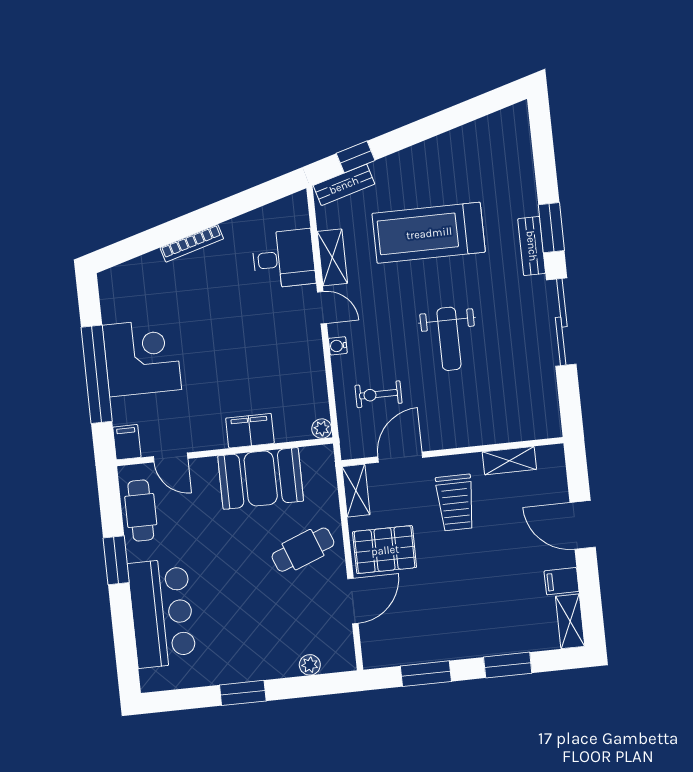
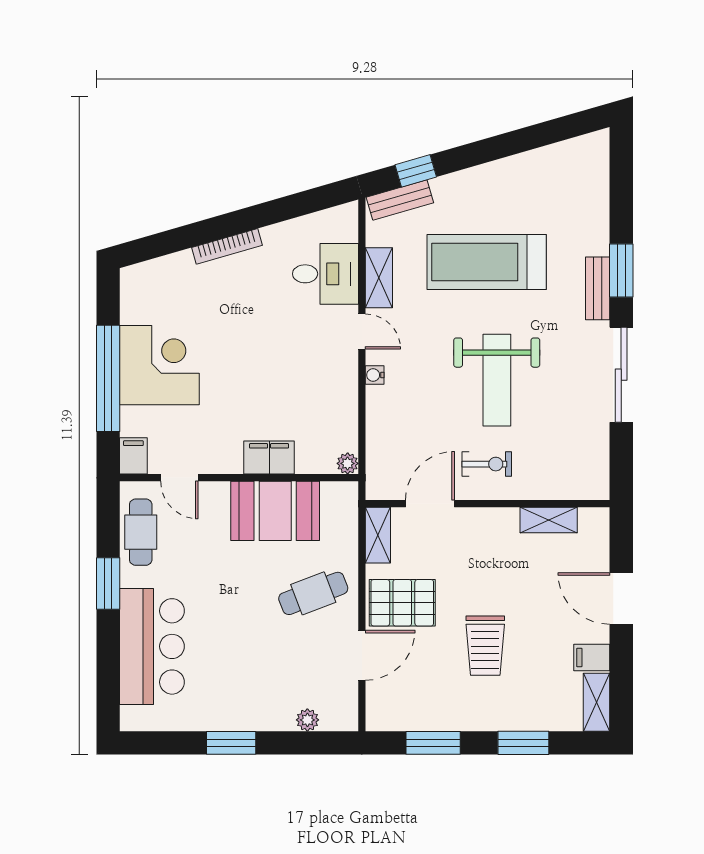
weight bench: (449, 339) -> (497, 380), width x1.36, depth x1.33
exercise bike: (379, 394) -> (487, 464), moved, turned 180
trolley: (455, 503) -> (485, 646), moved

